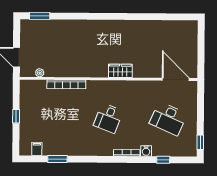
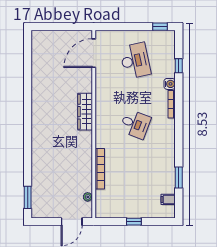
wardrobe: (120, 71) -> (85, 112), width x1.50
desk: (168, 119) -> (135, 61), turned -36

